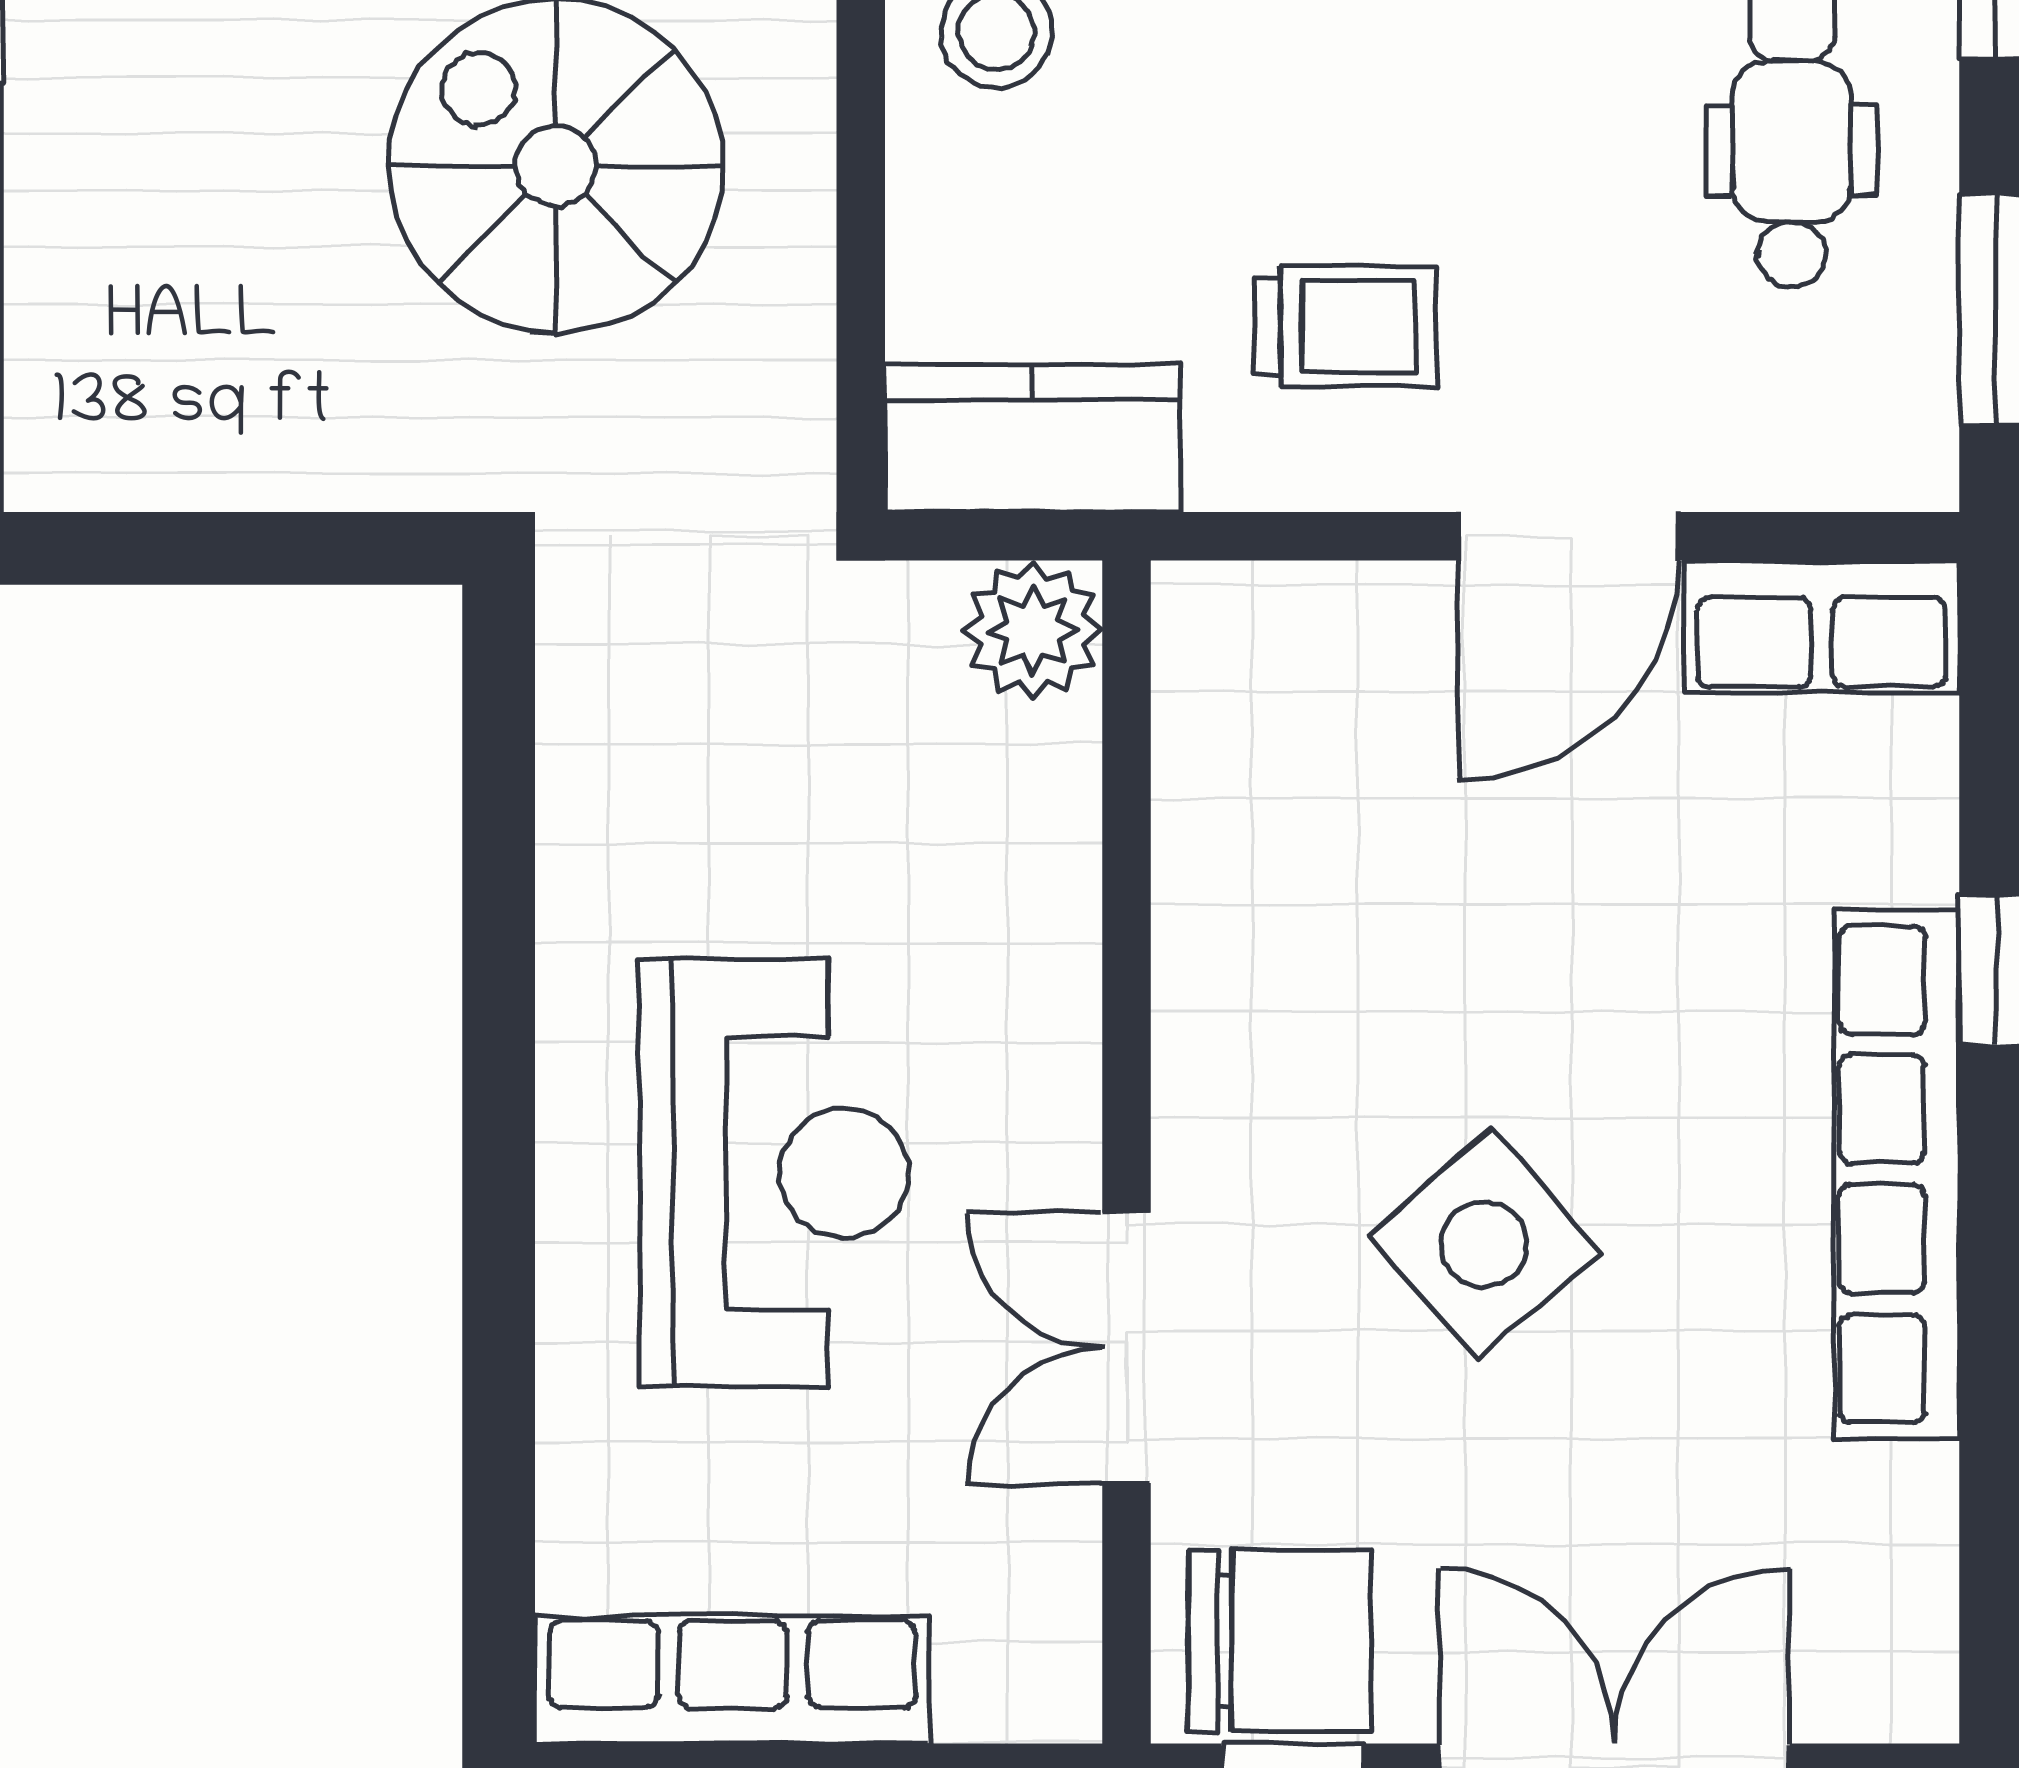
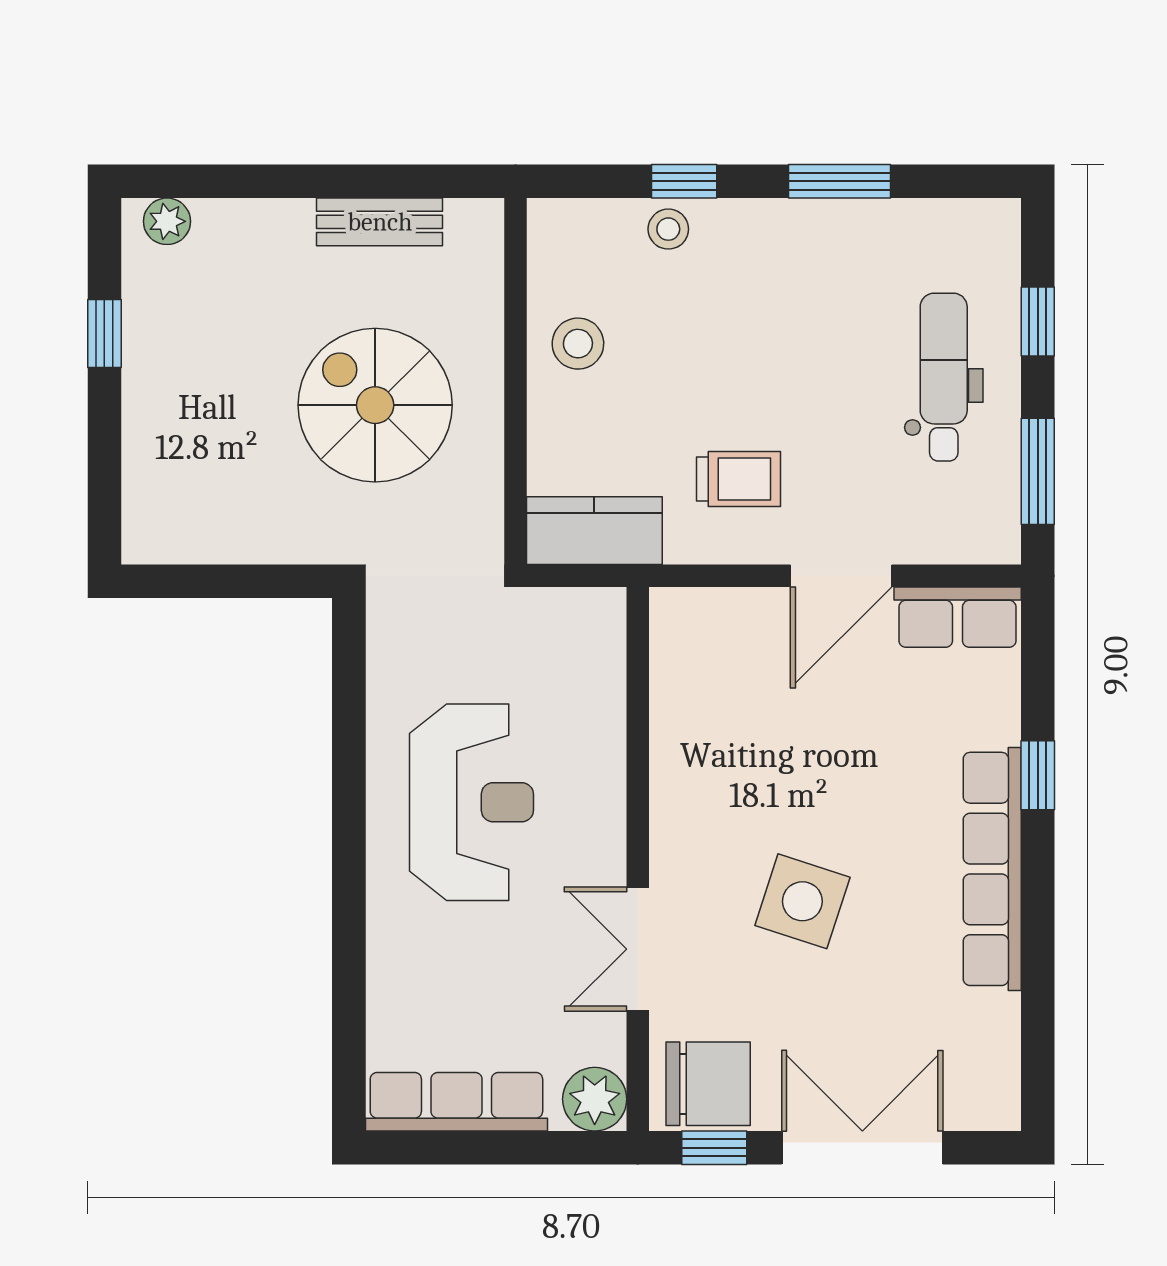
plant: (1033, 630) -> (595, 1099), moved
reception desk: (774, 1173) -> (472, 802), moved
side table: (1484, 1244) -> (802, 901), turned -31

